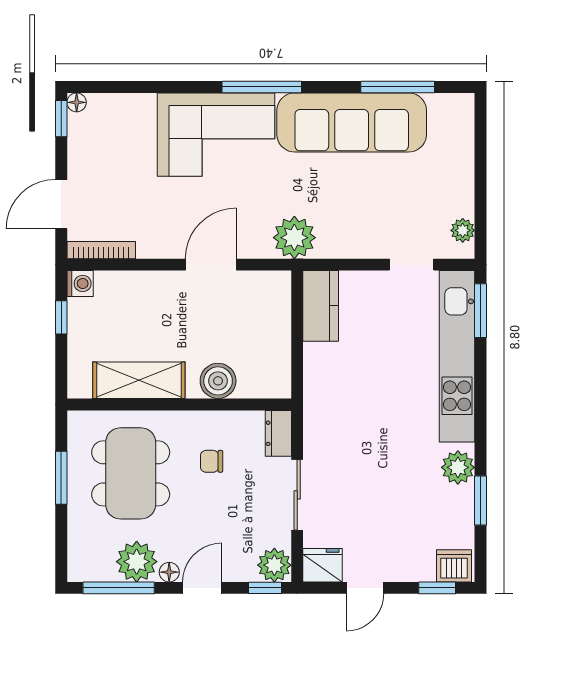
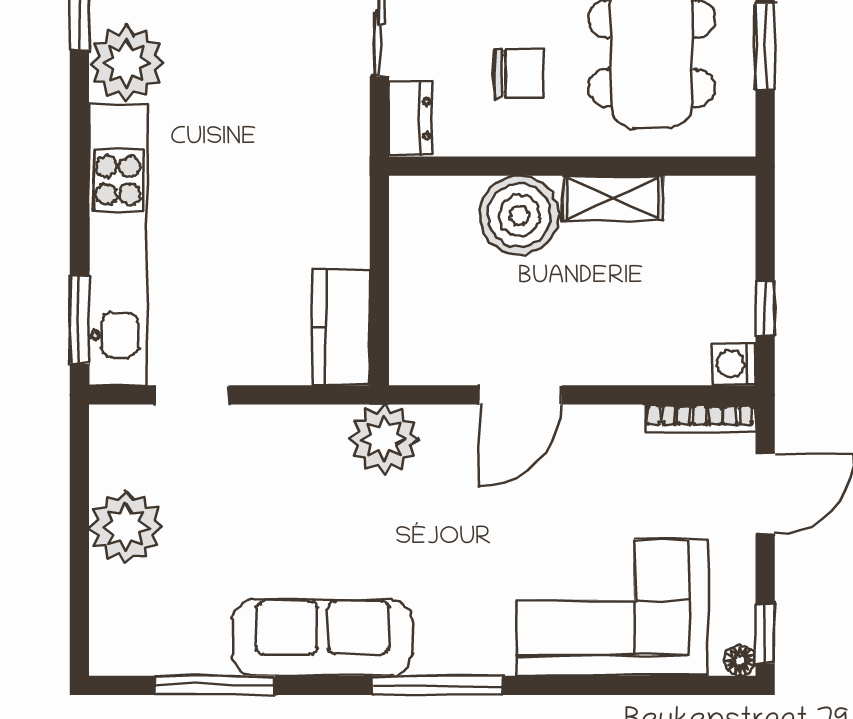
sofa: (352, 122) -> (323, 638), width x0.74, depth x0.79
corner sofa: (216, 135) -> (612, 607), moved
plant: (463, 230) -> (126, 527), moved, width x1.88, depth x1.88
shelving: (139, 380) -> (613, 198), width x0.67, depth x0.75
boiler: (218, 381) -> (519, 215), width x1.37, depth x1.37
chair: (212, 461) -> (519, 73), width x1.37, depth x1.37
plant: (458, 467) -> (126, 63), width x1.36, depth x1.36

